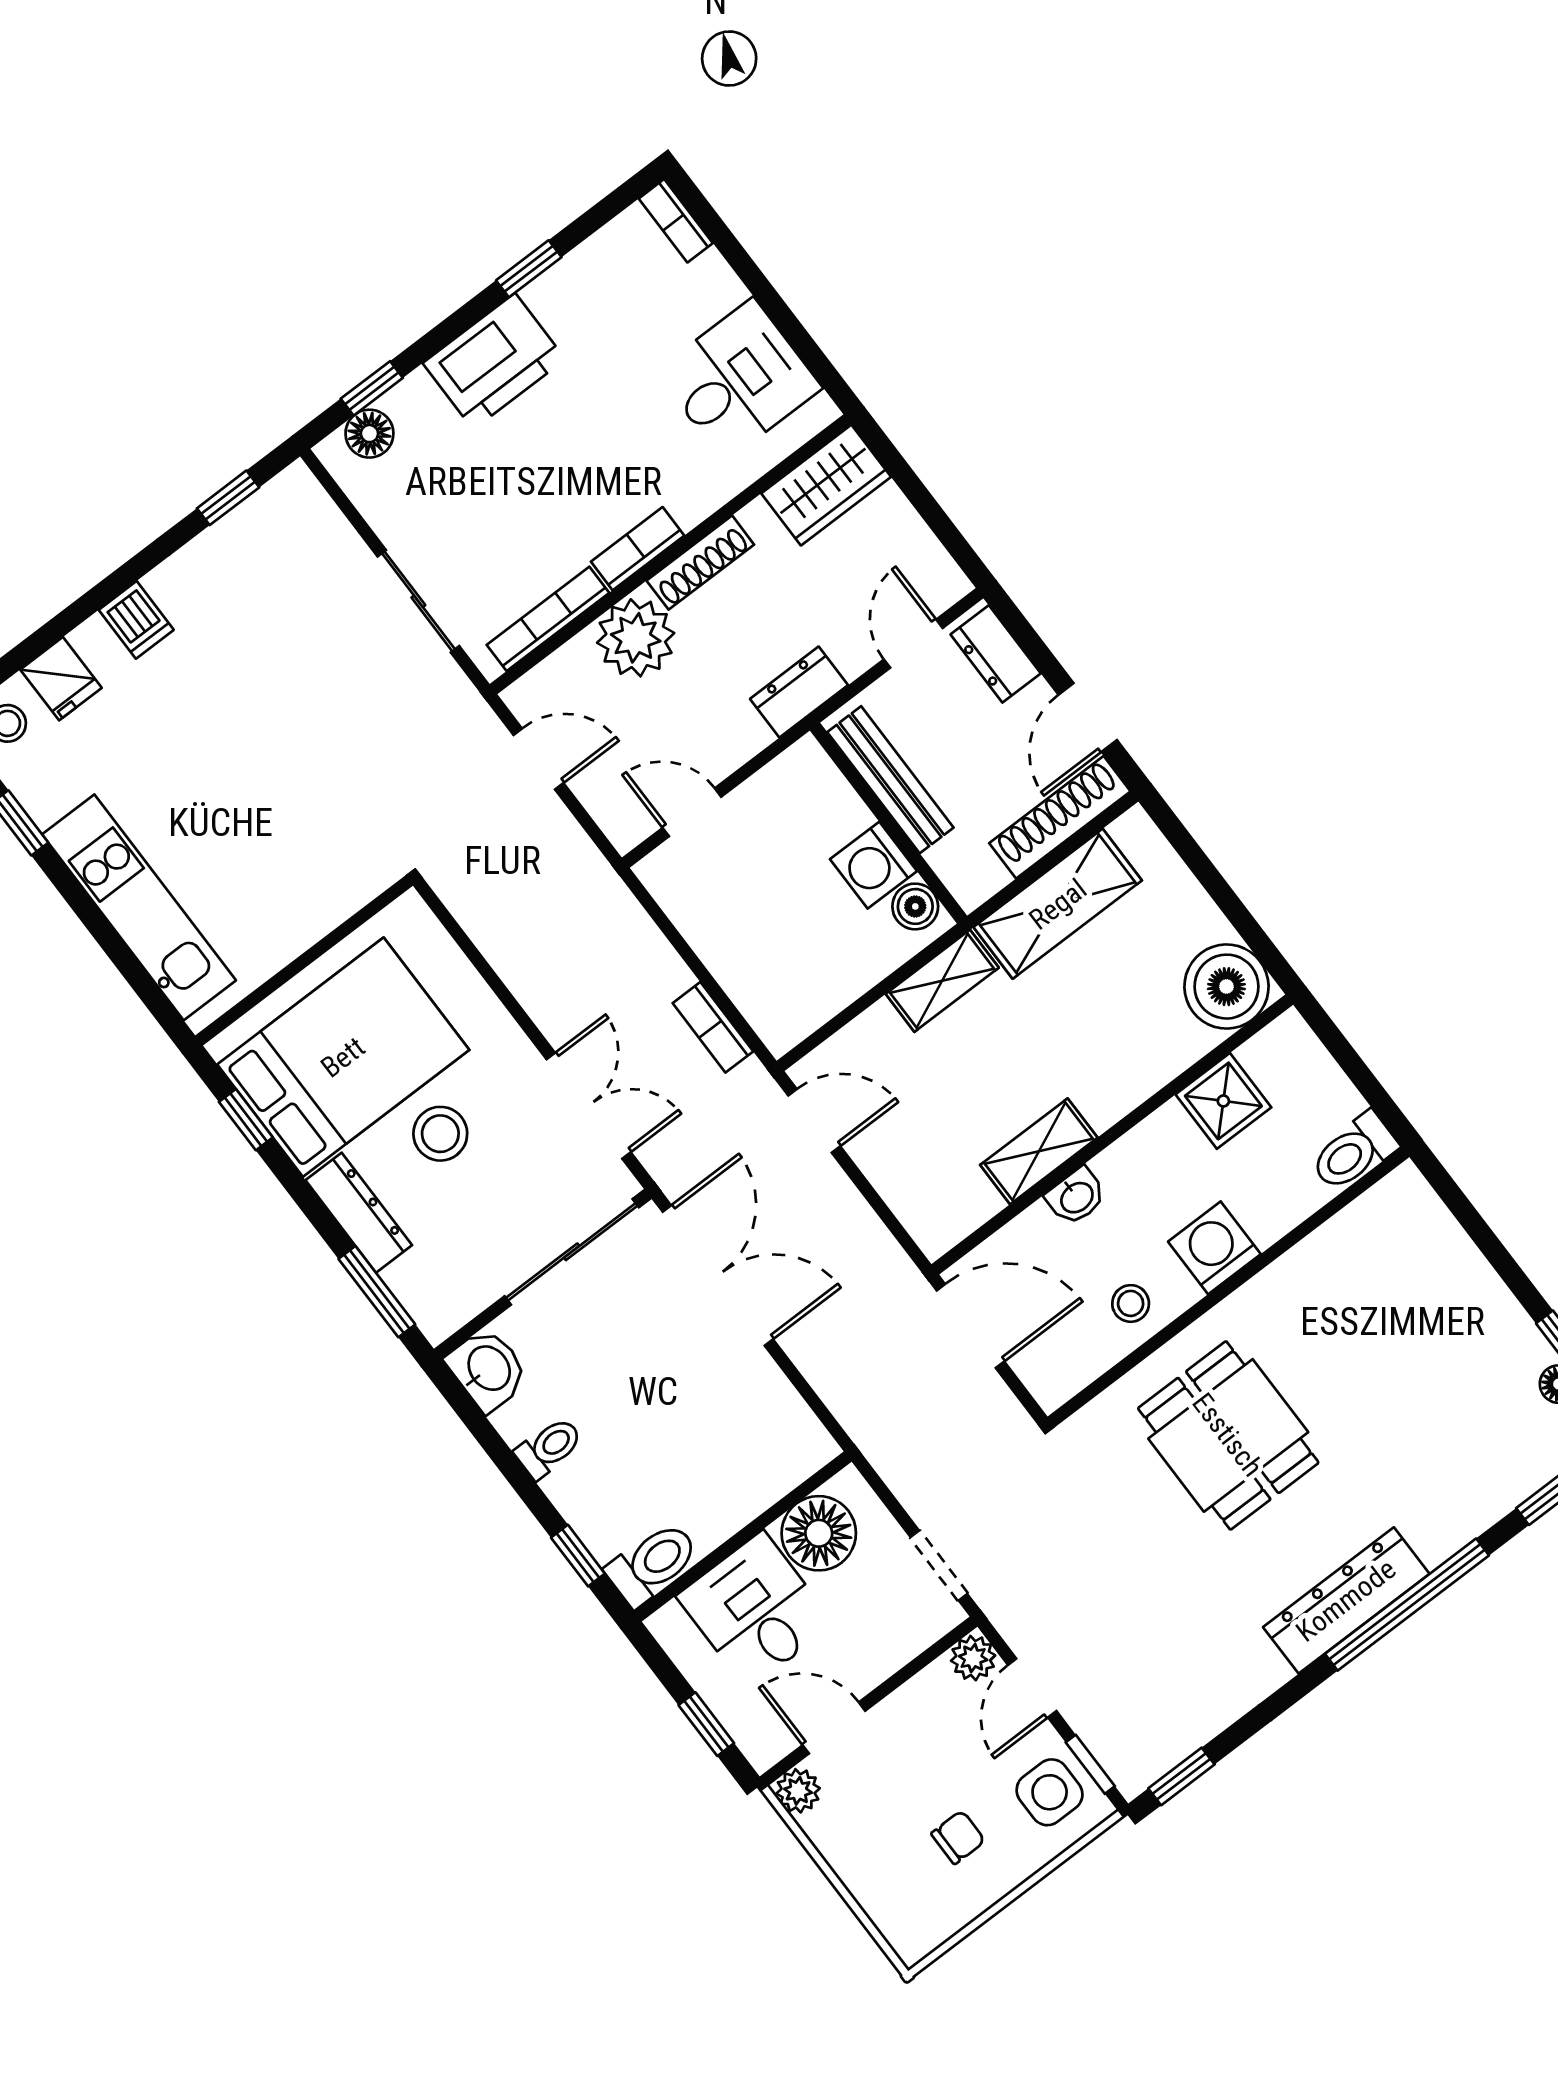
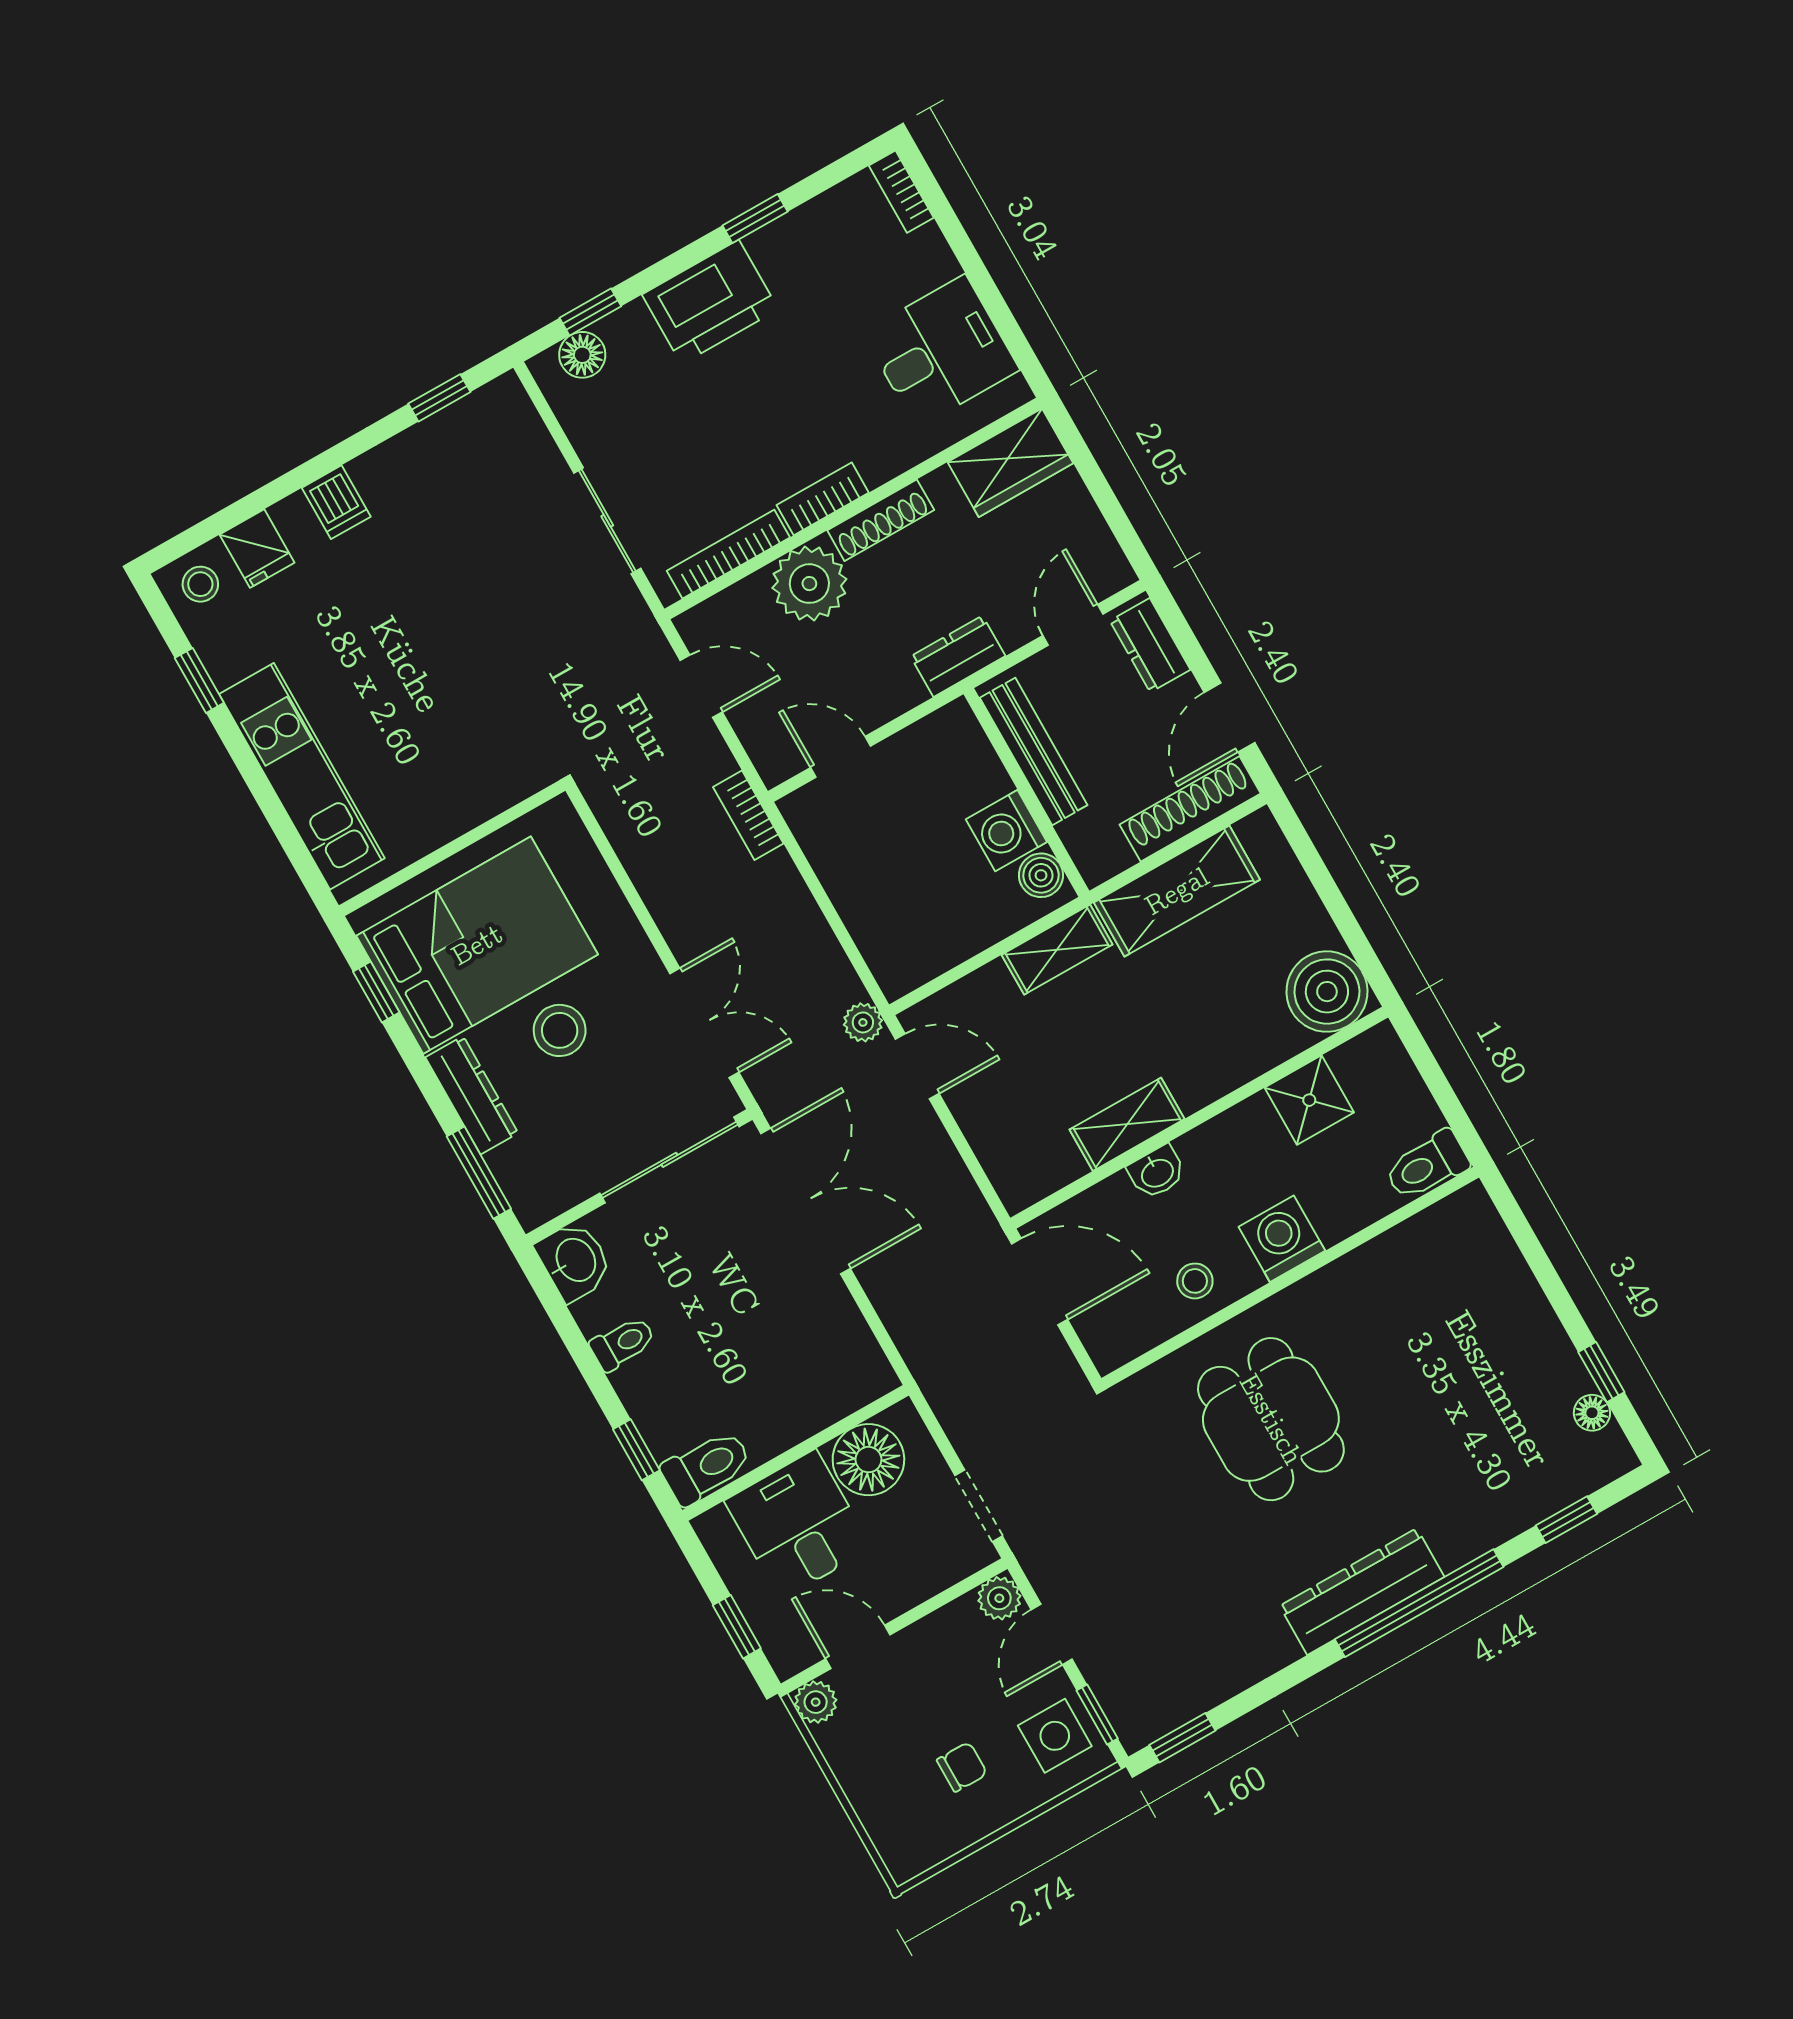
bookcase: (713, 1027) -> (748, 815), moved
plant: (752, 1083) -> (863, 1022), added

